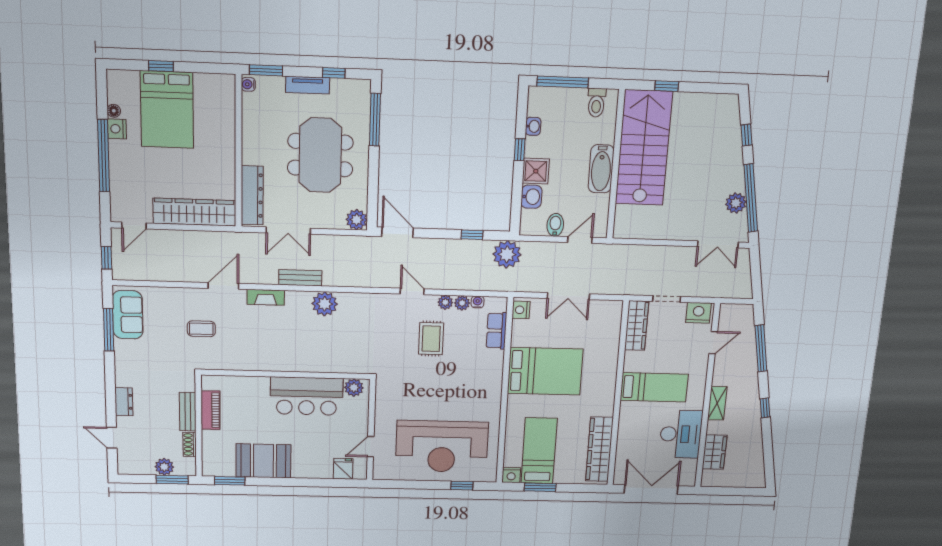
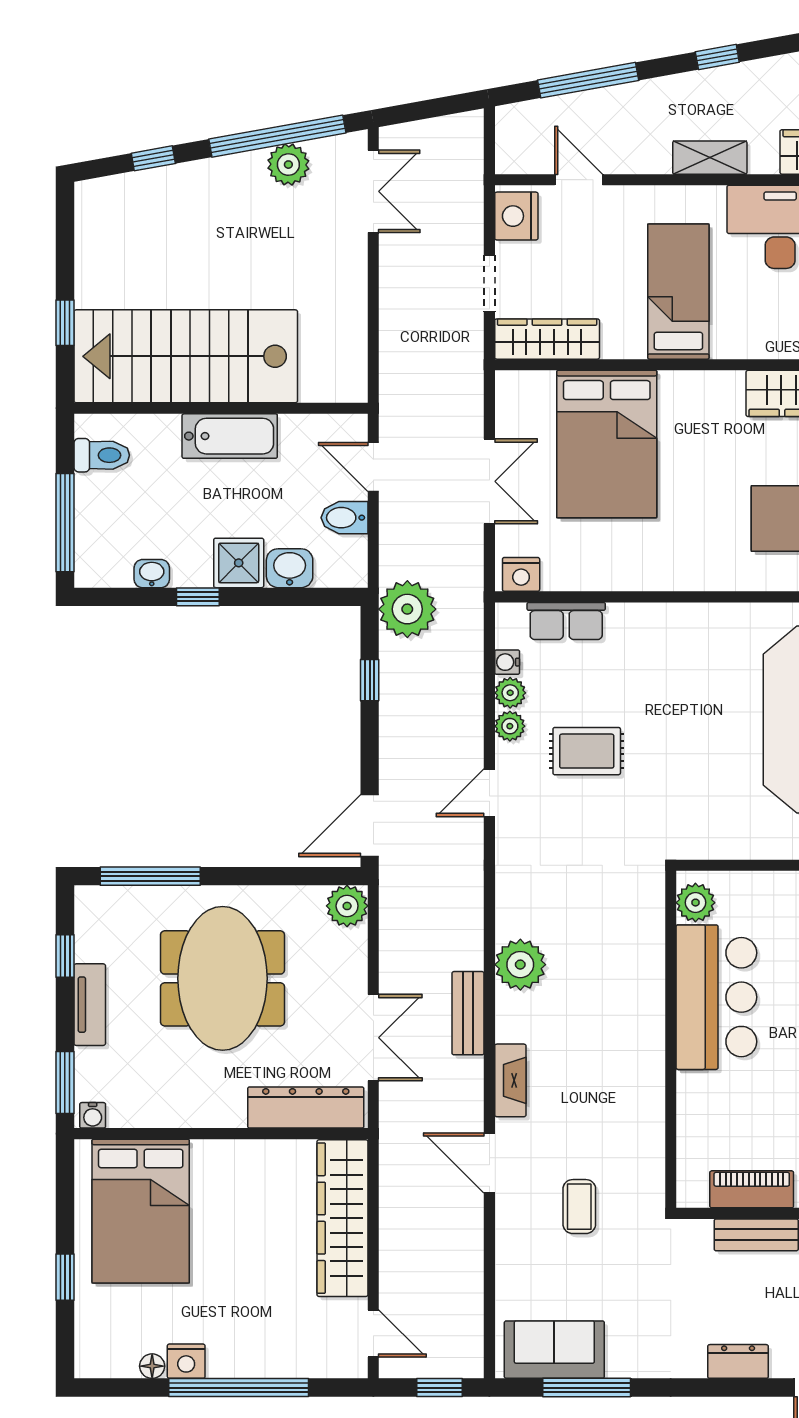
bed: (167, 110) -> (141, 1211), moved, turned 90
meeting table: (320, 155) -> (223, 978), turned 90
bed: (545, 371) -> (607, 444), moved, turned 180

